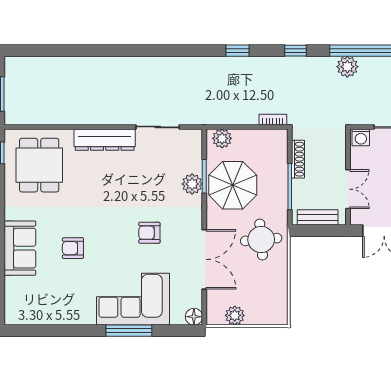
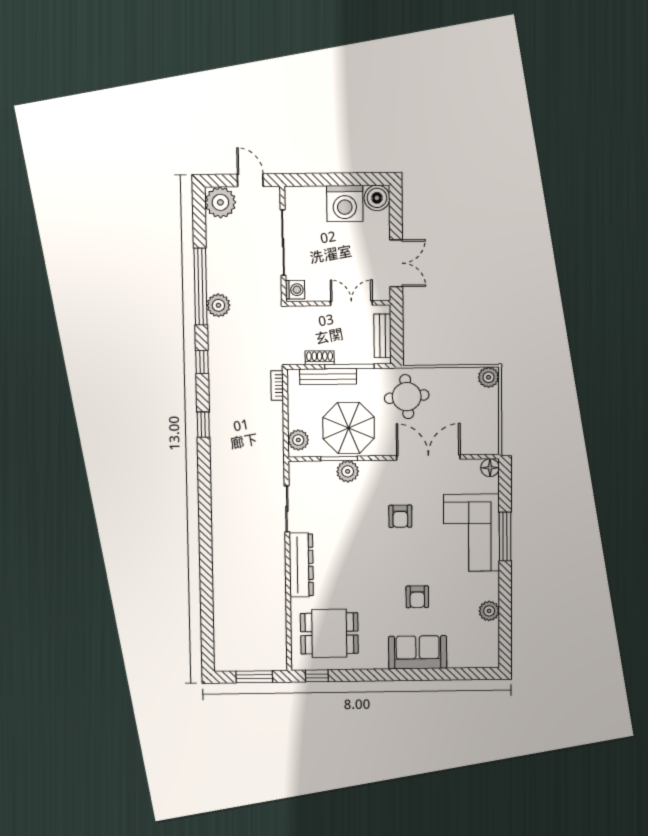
shoe rack: (298, 159) -> (320, 358), width x0.70
bench: (281, 167) -> (328, 377), added
plant: (235, 315) -> (489, 377), moved
plant: (59, 316) -> (489, 611), added

